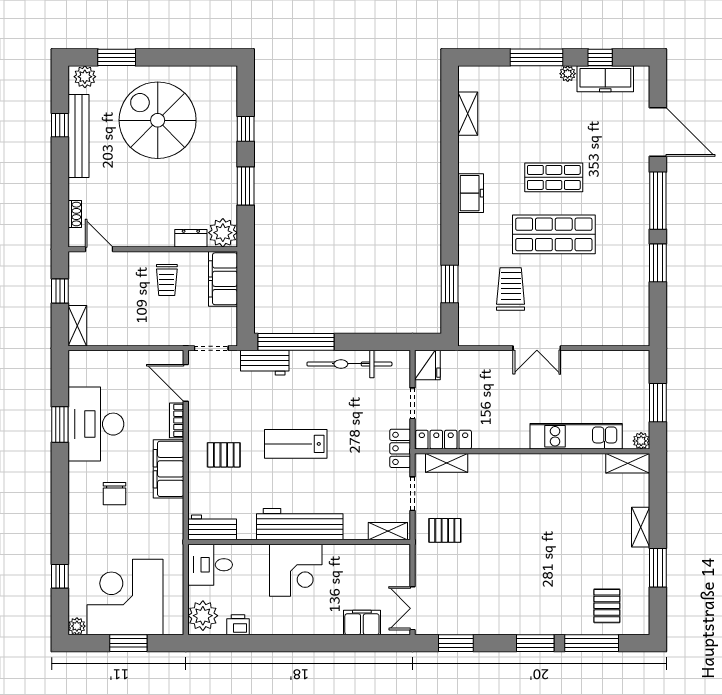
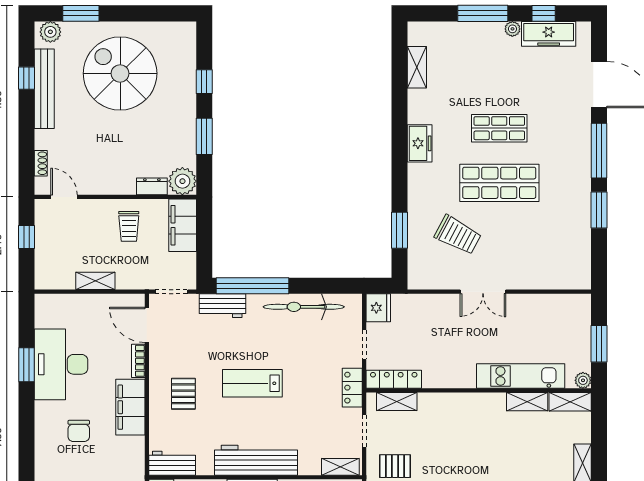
trolley: (511, 289) -> (458, 235), turned 118
shelving: (77, 326) -> (95, 281), moved, turned 90
pallet: (224, 455) -> (183, 394), turned 90
shelving: (583, 463) -> (527, 402), added

